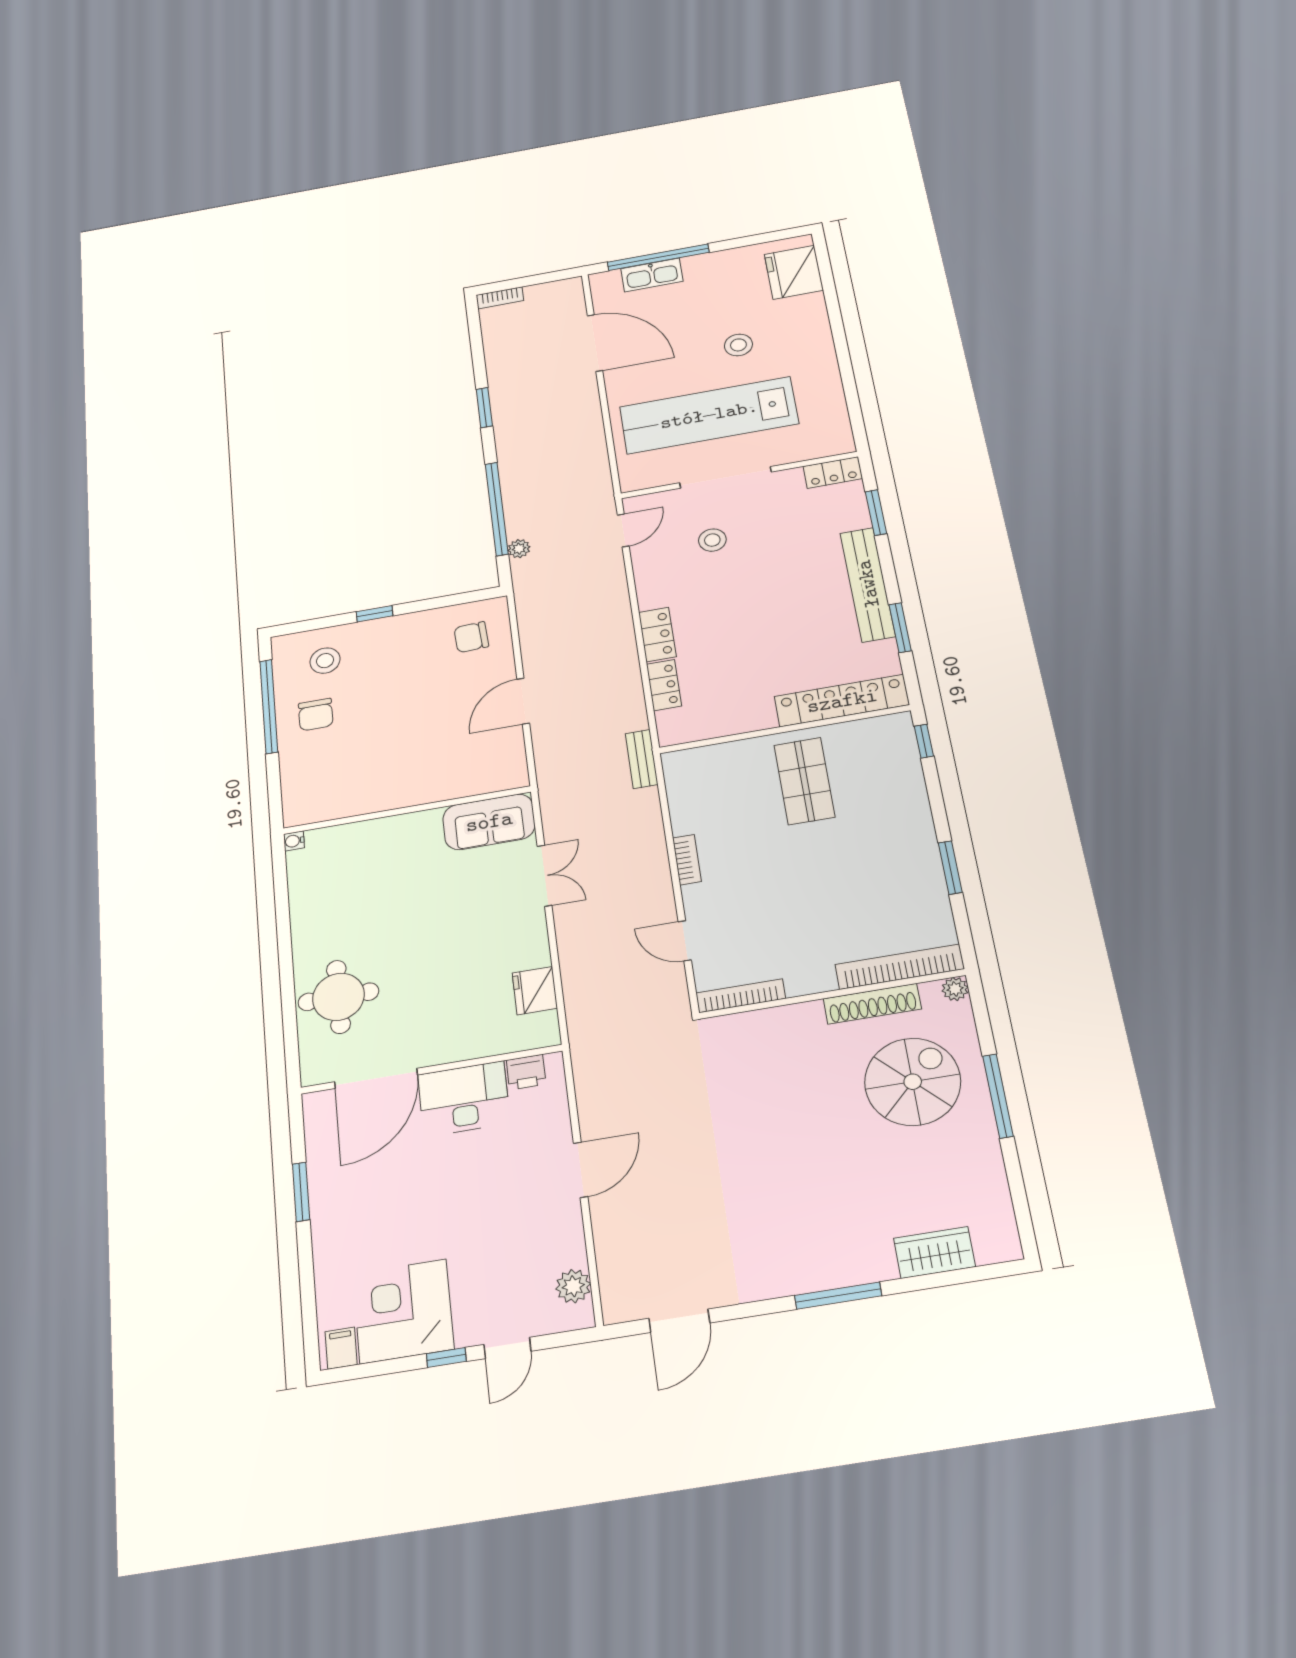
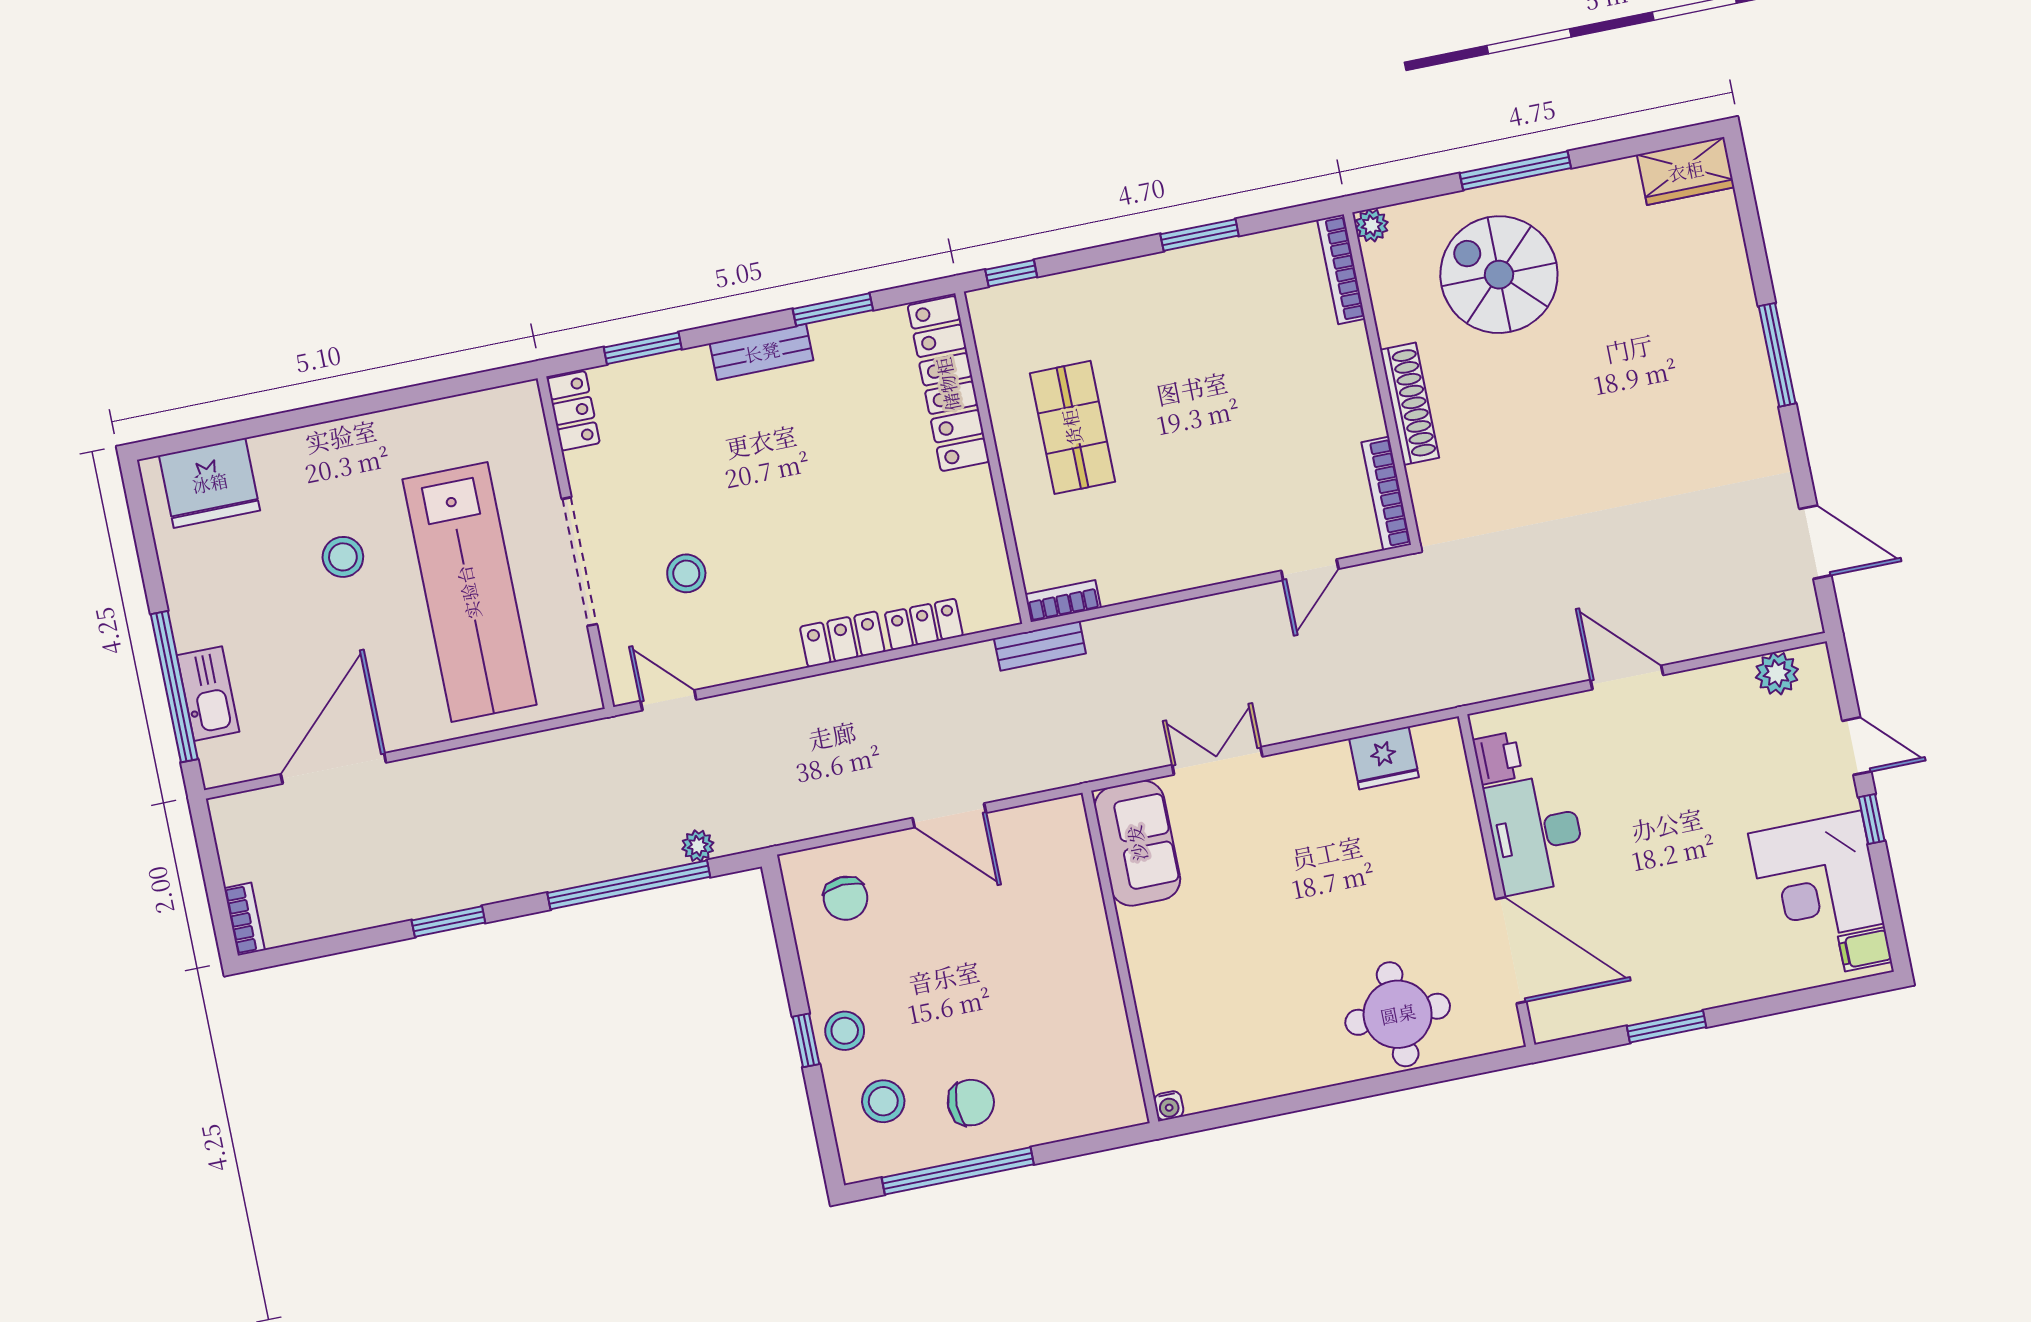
bench: (868, 584) -> (762, 352), width x0.54, depth x0.82
stool: (378, 637) -> (845, 1031), added
shop shelf: (804, 781) -> (1072, 427), turned 90
bookcase: (687, 860) -> (1063, 601), moved
bookcase: (900, 967) -> (1341, 269), width x0.68, depth x0.76
shoe rack: (872, 1004) -> (1410, 404), moved
wardrobe: (934, 1253) -> (1686, 171), moved, turned -90

